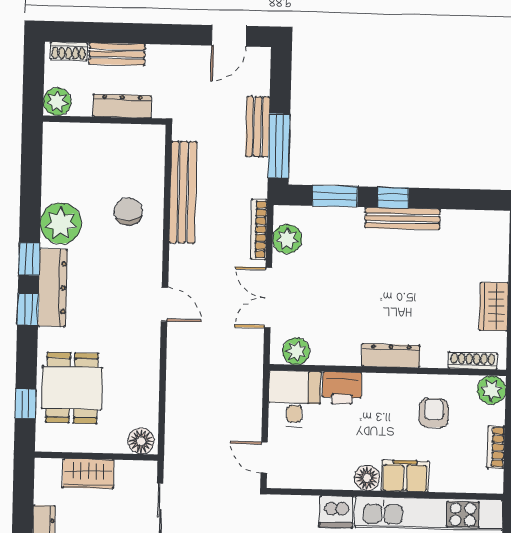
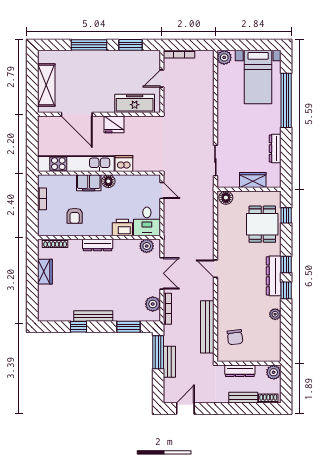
window: (393, 198) -> (78, 327), moved
chair: (128, 211) -> (235, 337), moved
plant: (61, 223) -> (275, 314), width x0.53, depth x0.53
plant: (492, 390) -> (45, 228), removed

